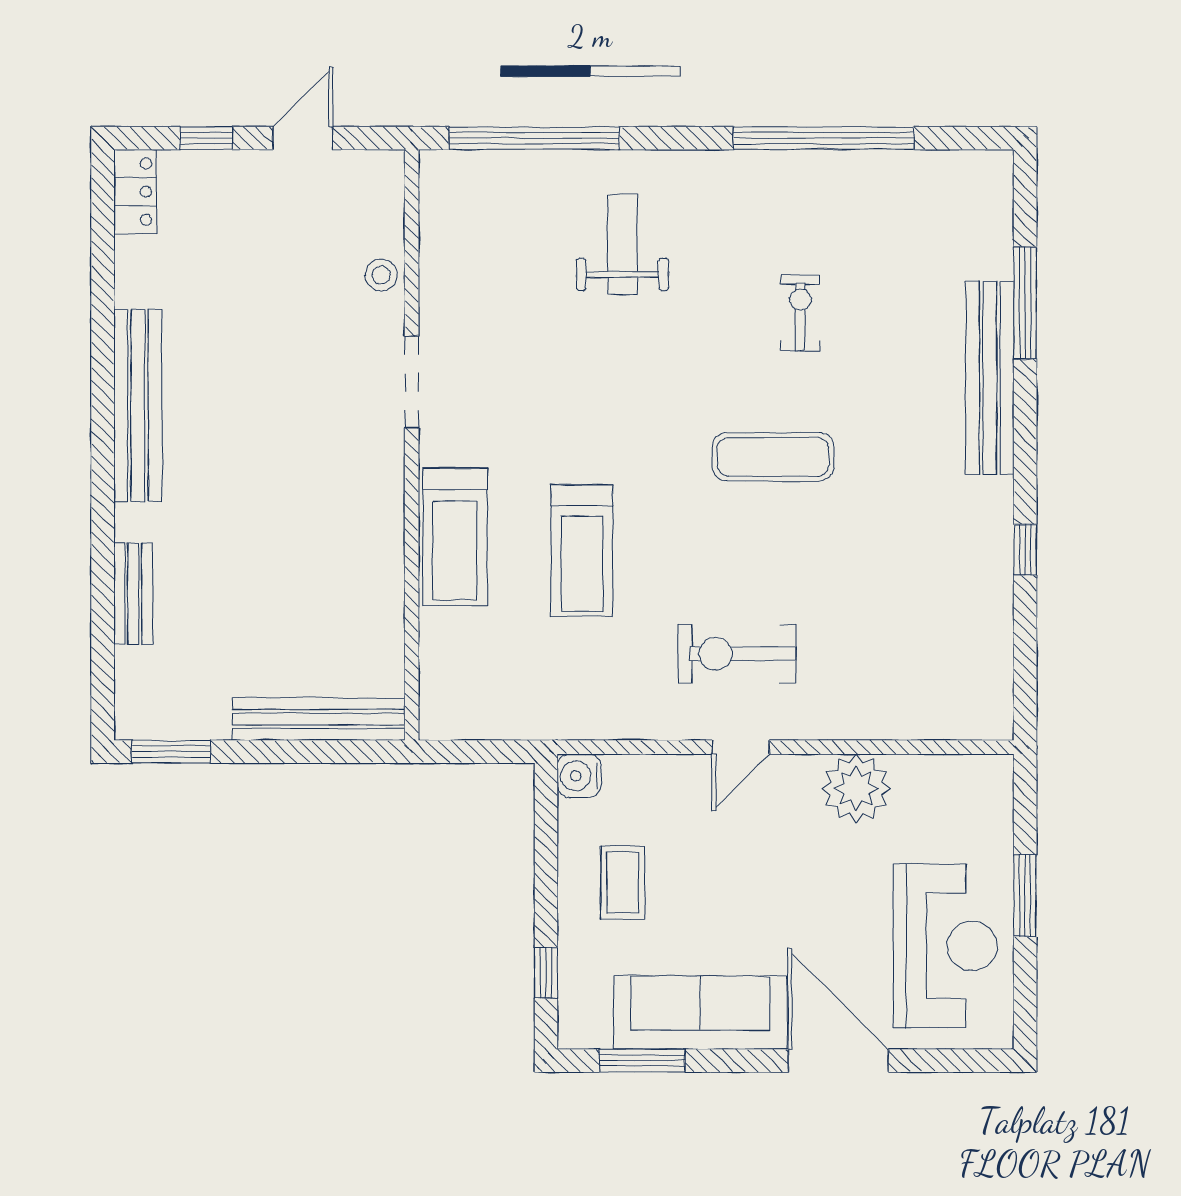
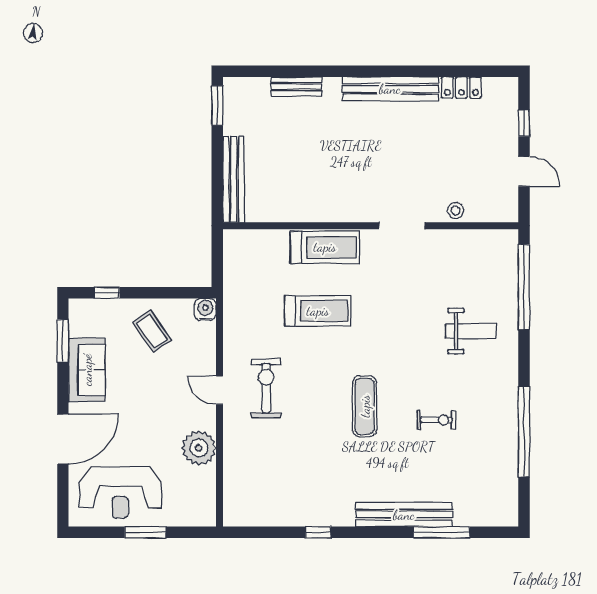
locker: (135, 192) -> (461, 88), moved
treadmill: (455, 537) -> (325, 247), turned 180
treadmill: (582, 551) -> (318, 311), turned 180
coffee table: (623, 883) -> (152, 331), turned 55
sofa: (700, 1013) -> (87, 370), width x0.73

